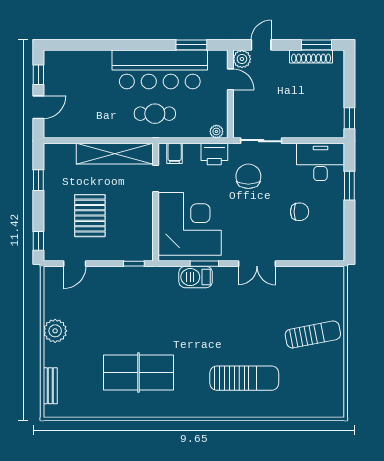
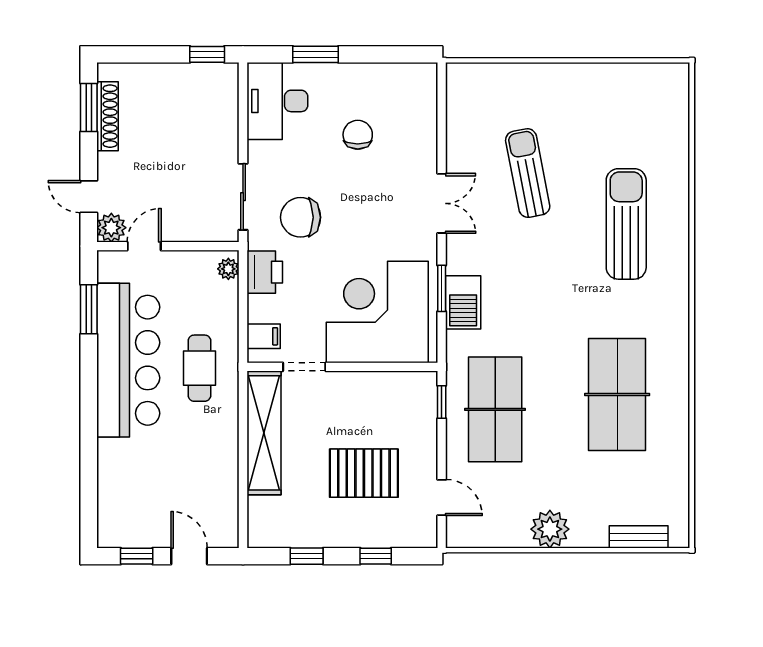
window: (38, 241) -> (376, 556), moved
table tennis table: (129, 297) -> (495, 409), added
sun lounger: (313, 334) -> (528, 173), moved

